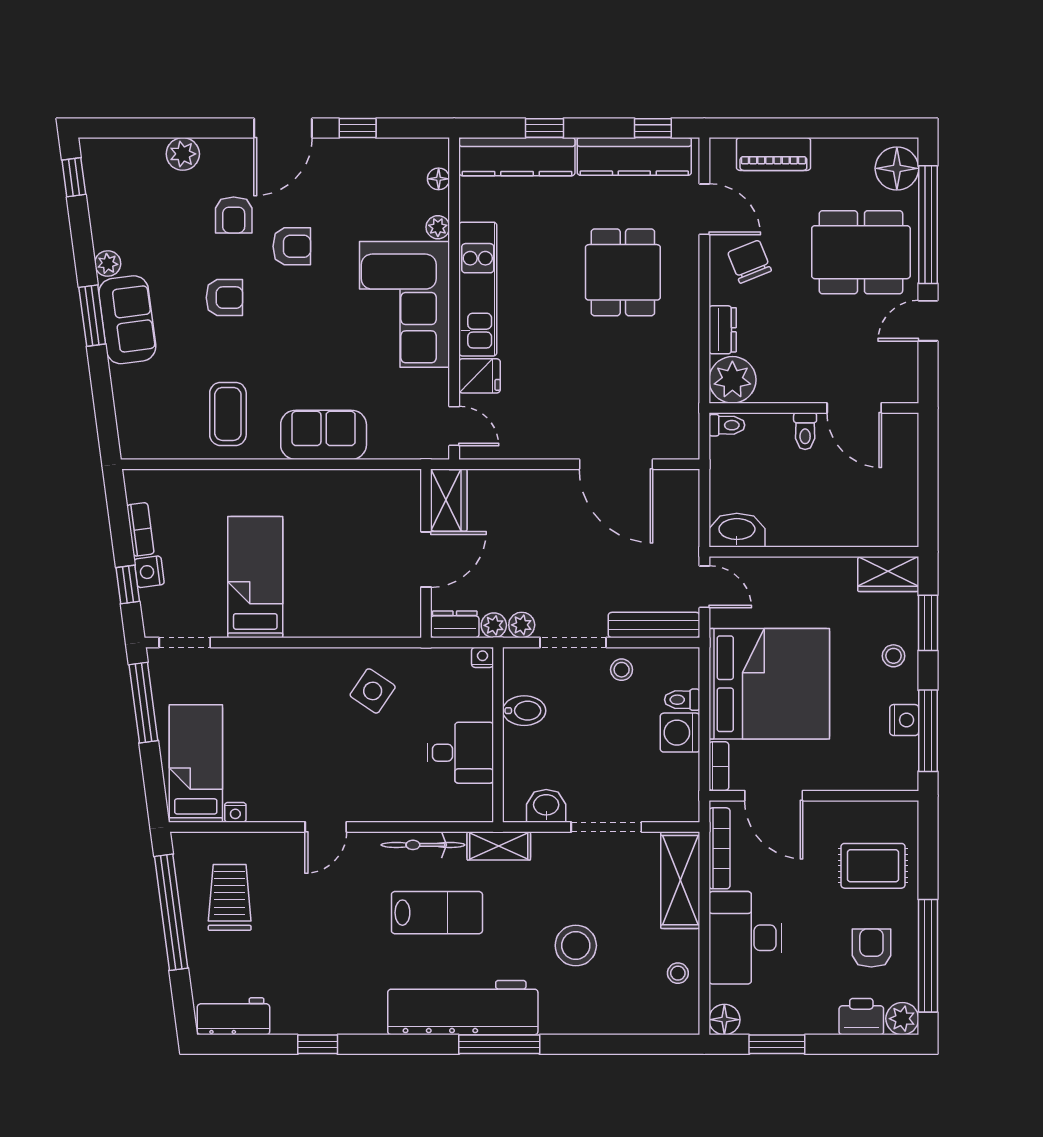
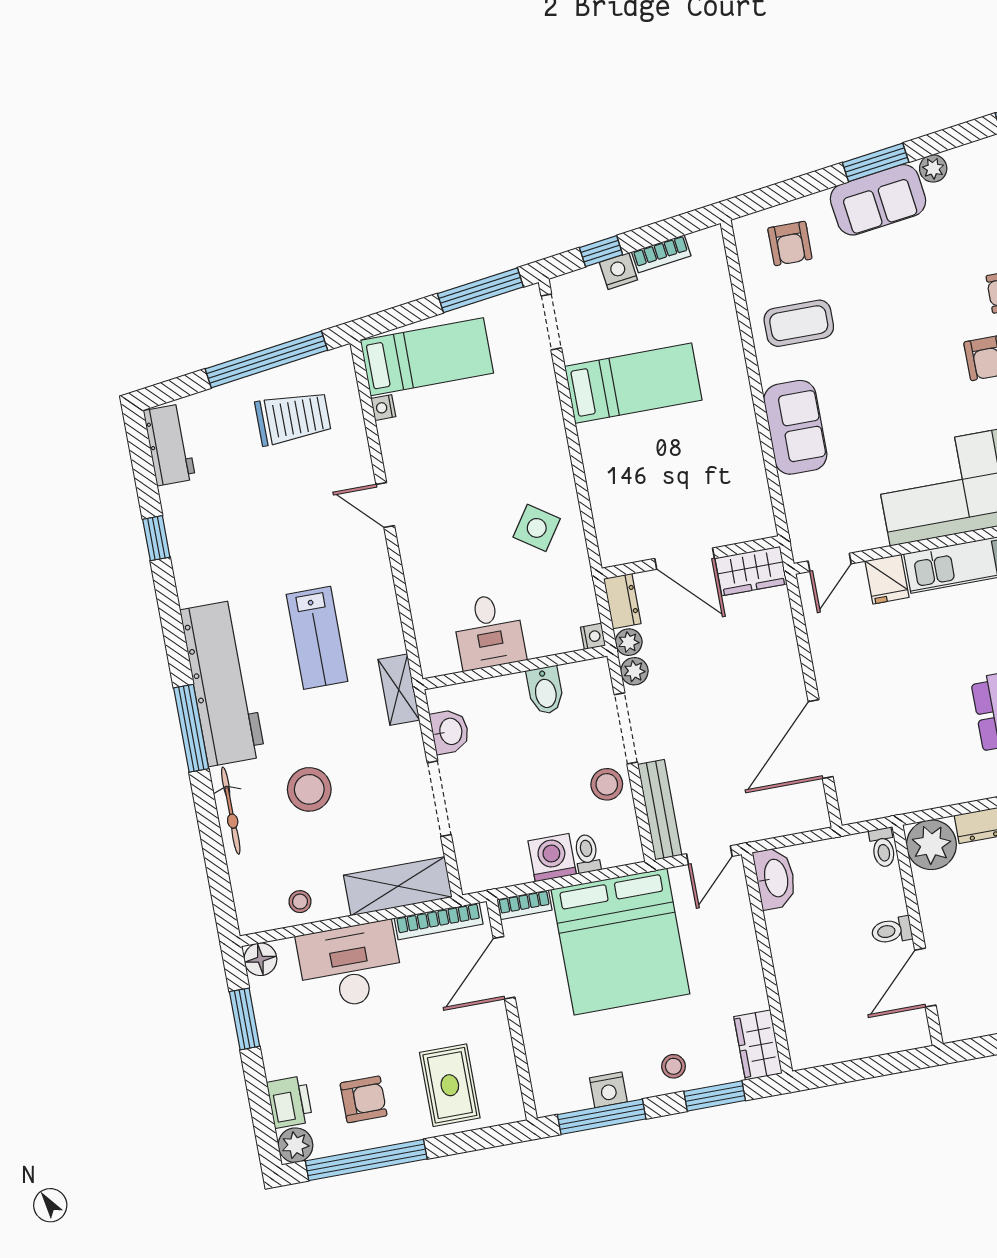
armchair: (224, 298) -> (790, 243), moved
stool: (622, 670) -> (607, 784), width x1.37, depth x1.37
bicycle: (423, 845) -> (231, 811), moved, turned 180

